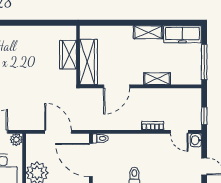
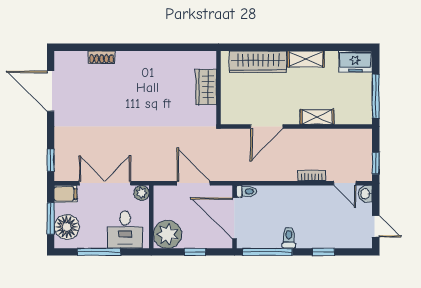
freezer: (182, 34) -> (355, 62), width x0.71
wardrobe: (89, 62) -> (258, 62), moved, turned 90

